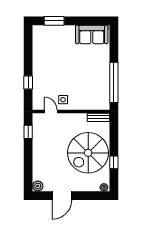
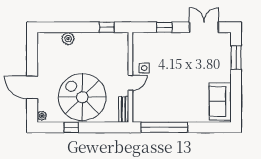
double door: (28, 48) -> (204, 27), added
door: (51, 111) -> (130, 83), moved
plant: (38, 186) -> (68, 39), moved
door: (62, 196) -> (32, 87), moved

